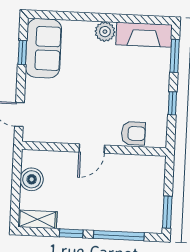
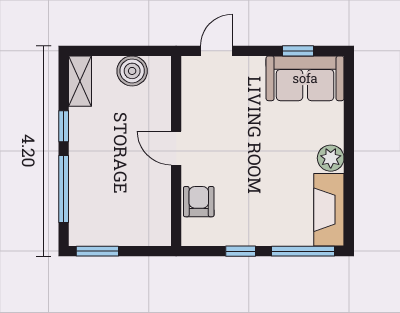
window: (175, 56) -> (303, 251), width x1.44
armchair: (133, 133) -> (199, 202), turned 180

